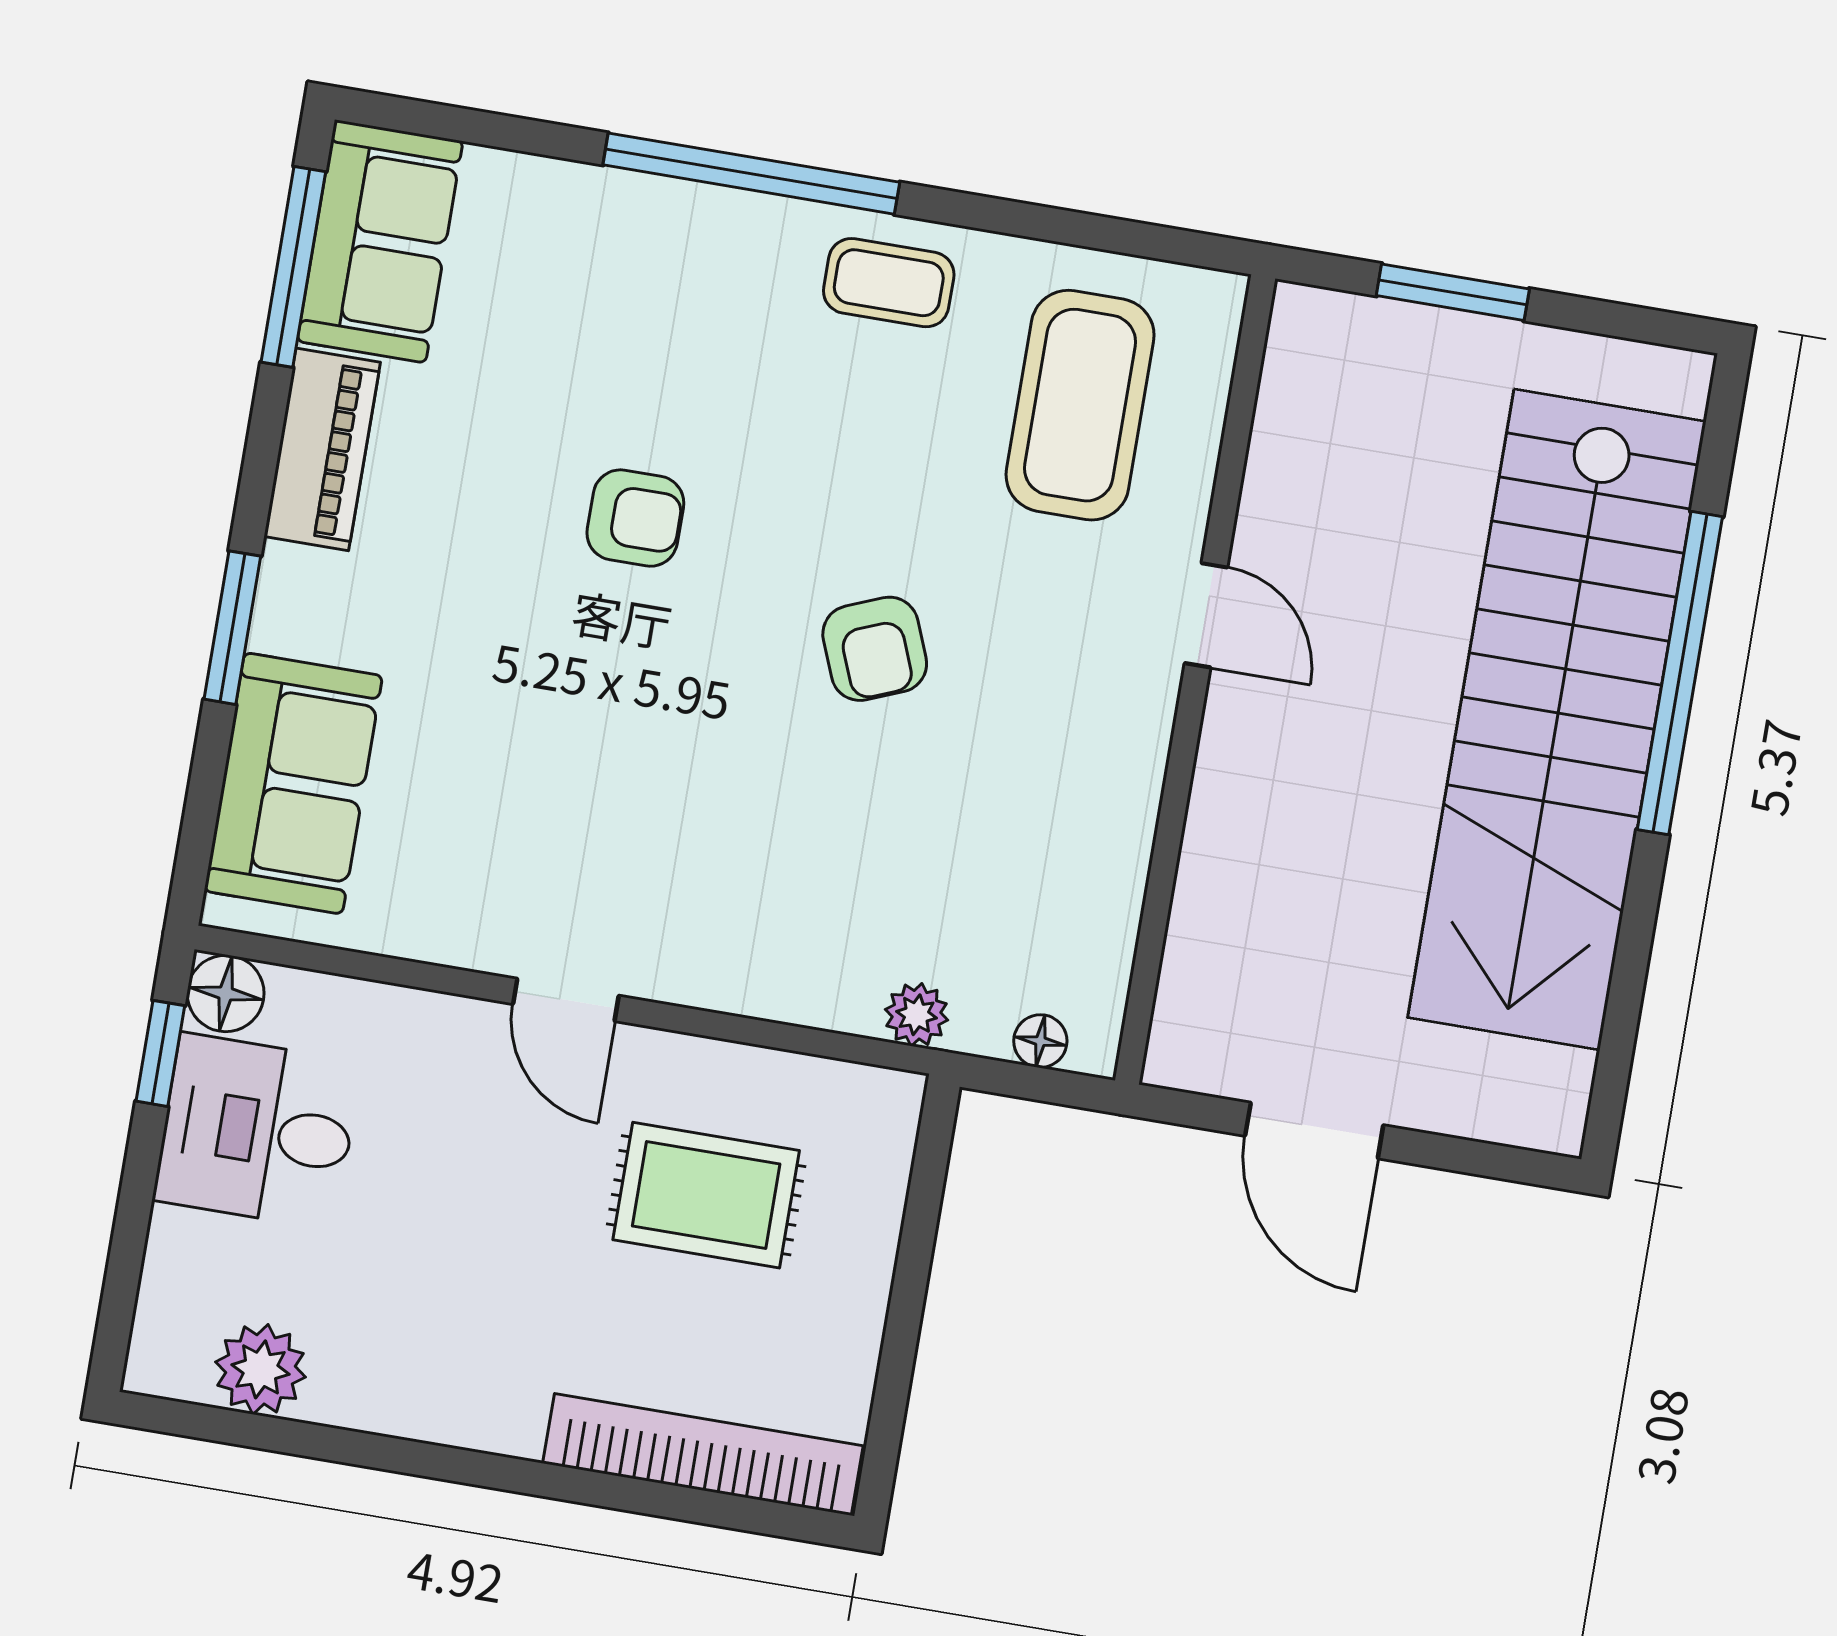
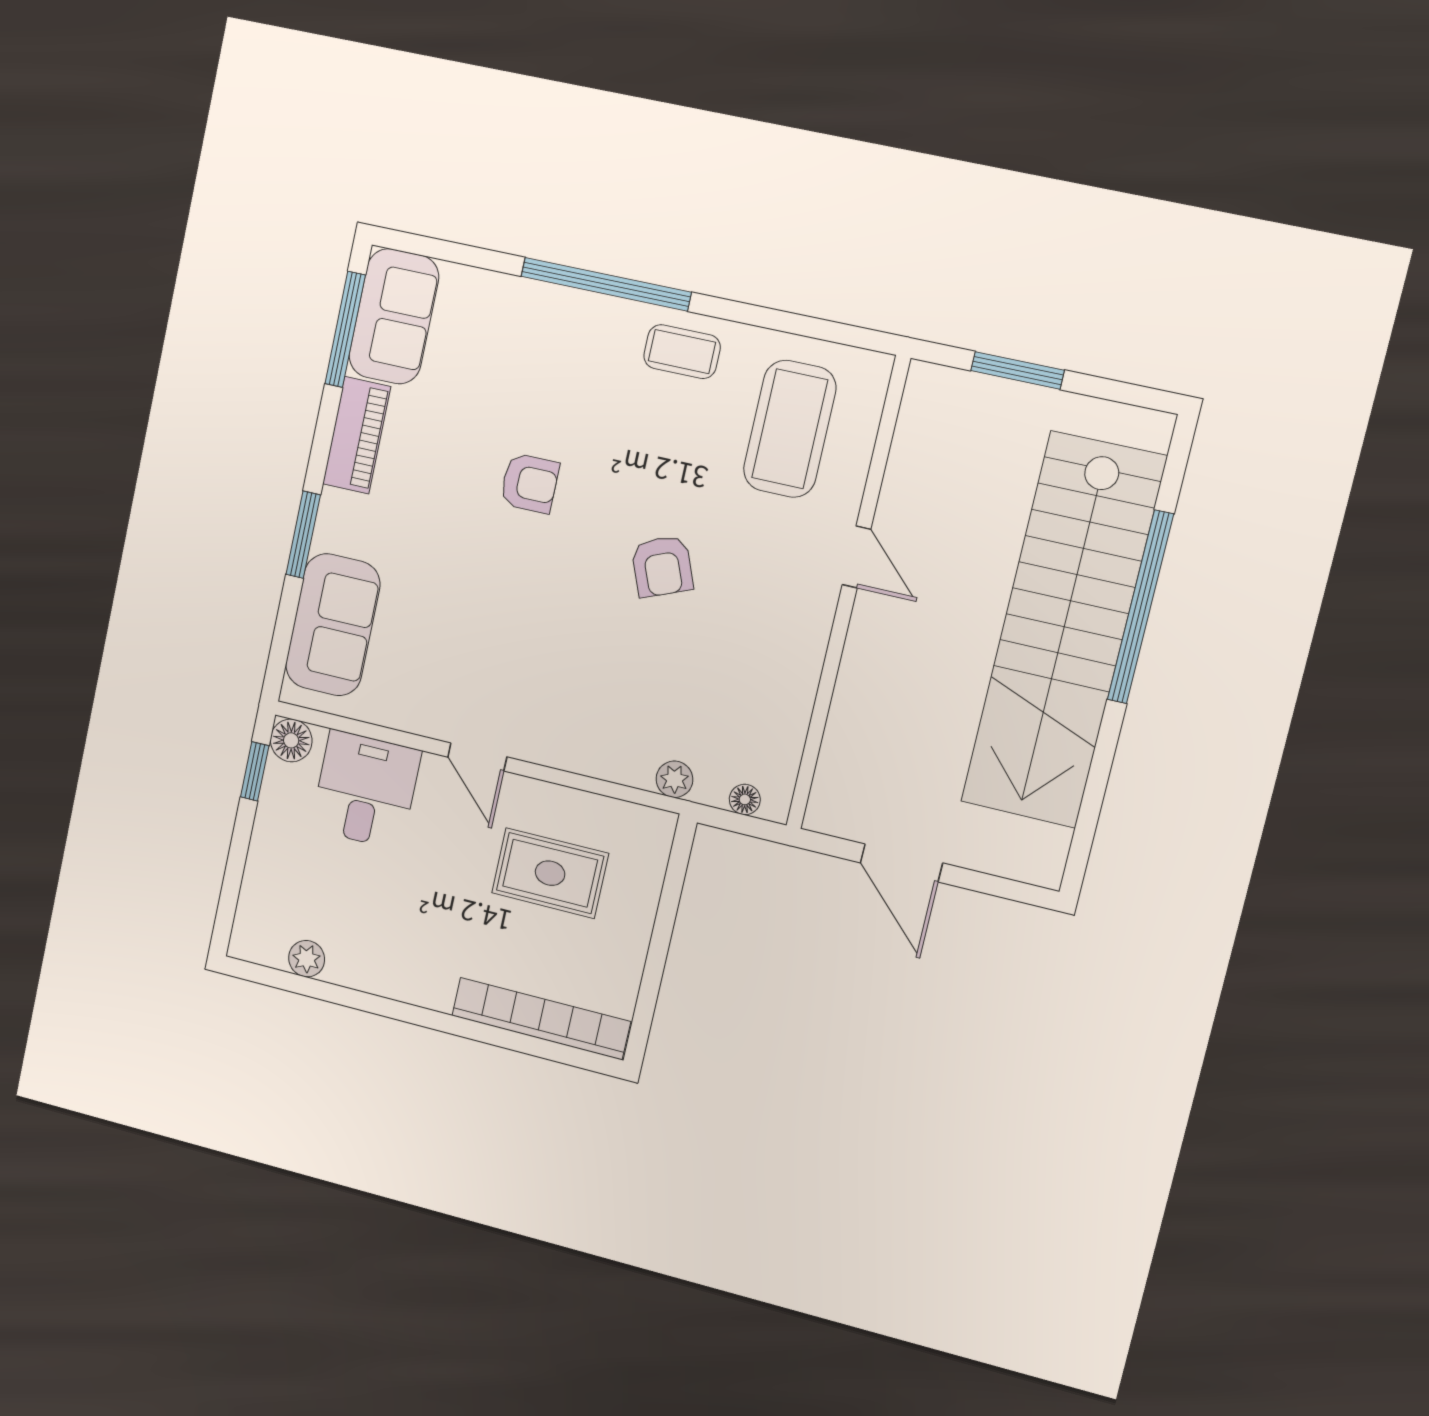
desk: (257, 1131) -> (366, 790), moved, turned 90
plant: (261, 1369) -> (307, 959), width x0.73, depth x0.73

